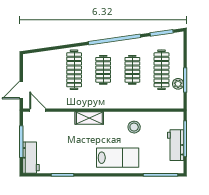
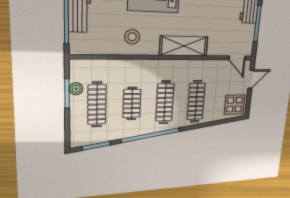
display table: (35, 66) -> (235, 105), added
clothes rail: (103, 70) -> (165, 102), width x1.36
shelving: (89, 118) -> (184, 46), width x1.50, depth x1.33

